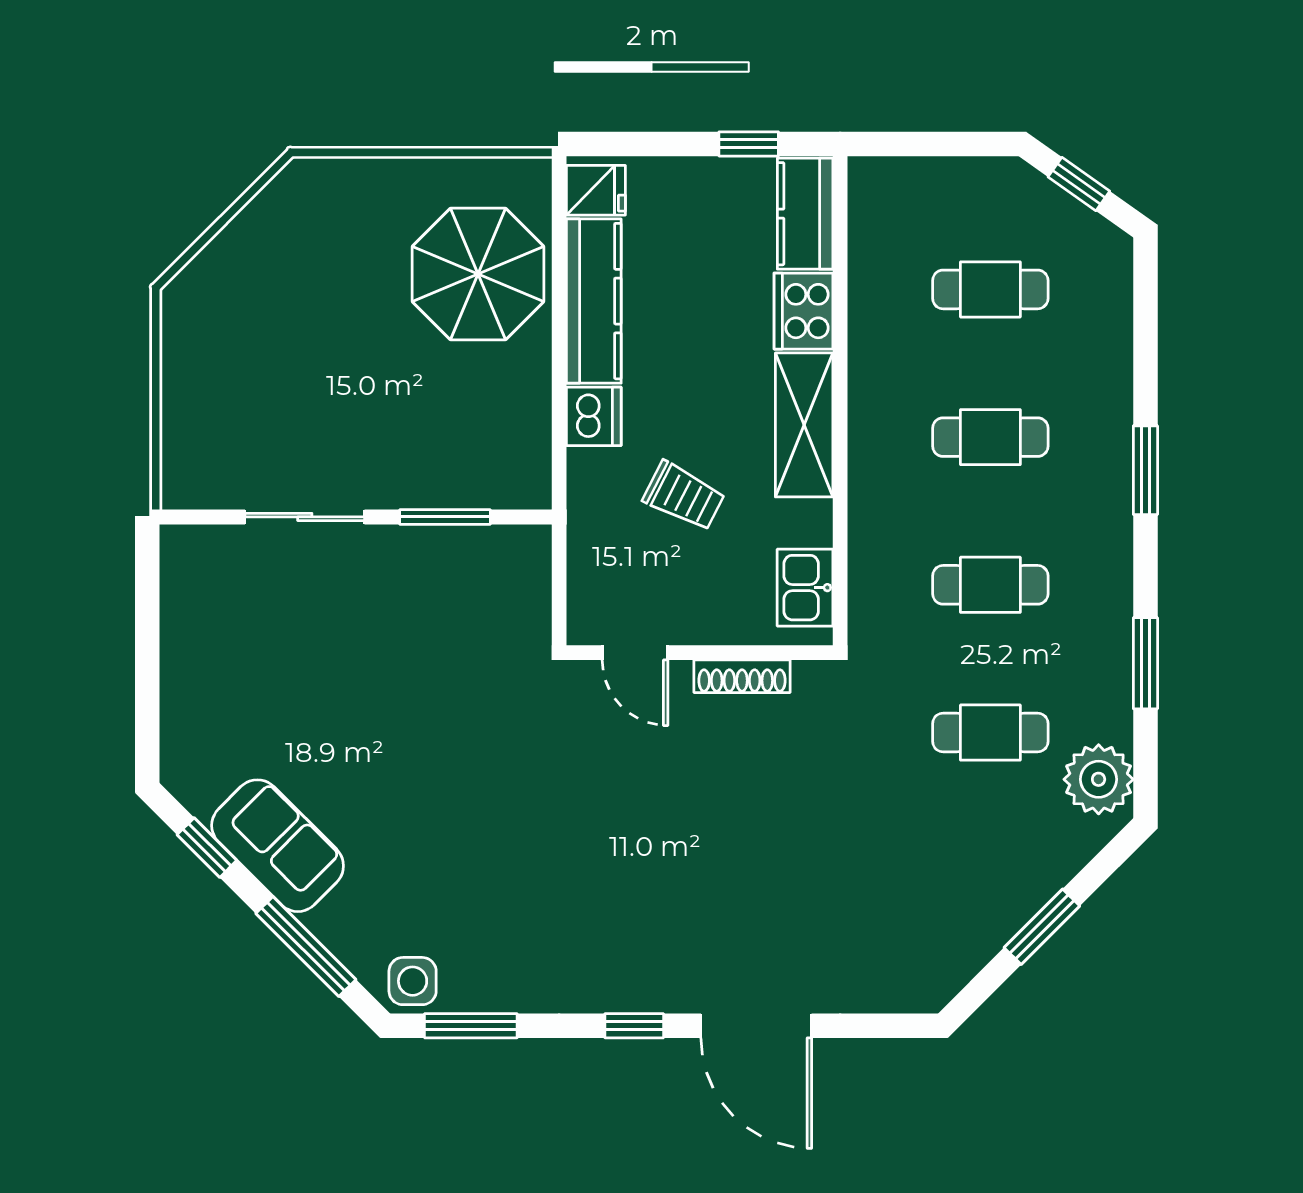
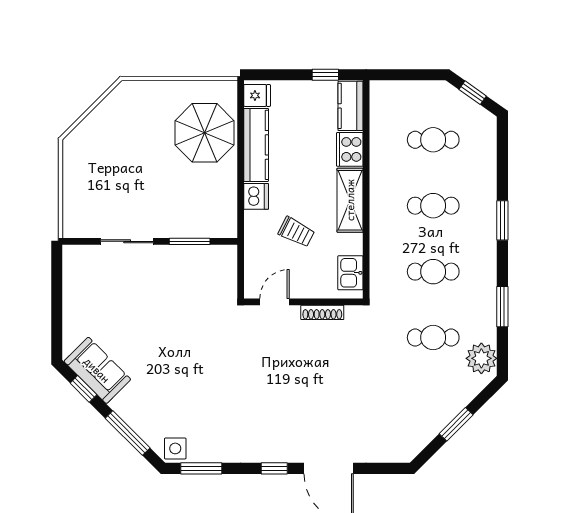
door: (635, 653) -> (275, 302), swing flipped
sofa: (278, 846) -> (97, 370), moved

